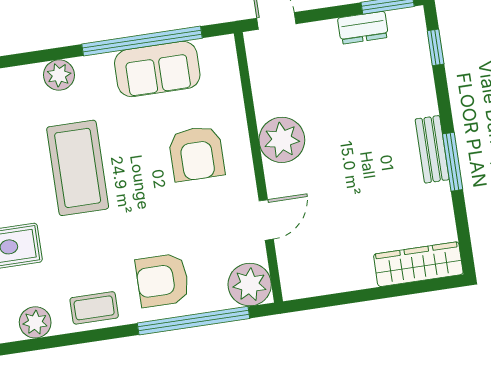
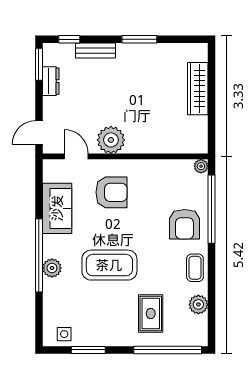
window: (142, 41) -> (39, 255), moved
bench: (432, 149) -> (96, 50), moved
door: (266, 220) -> (76, 156), moved
wardrobe: (418, 264) -> (198, 89), moved
plant: (250, 285) -> (201, 166), width x0.53, depth x0.53

